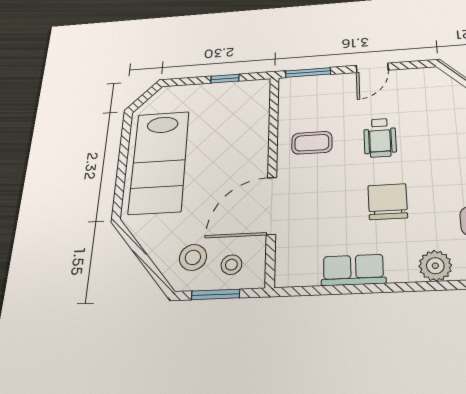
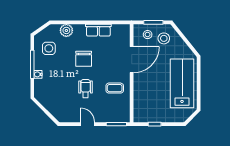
door: (372, 68) -> (88, 124), hinge flipped

